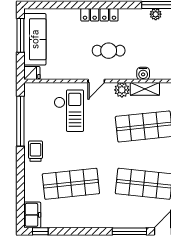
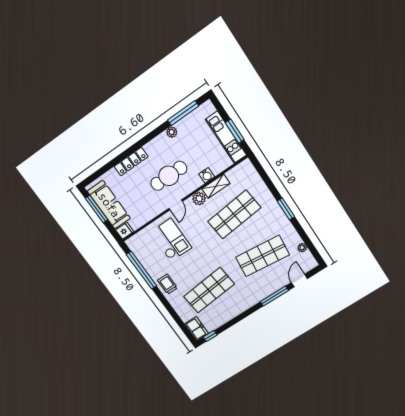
plant: (156, 14) -> (172, 132), moved
locker: (99, 15) -> (131, 162), moved
cafe table: (109, 51) -> (169, 176), width x1.37, depth x1.35

